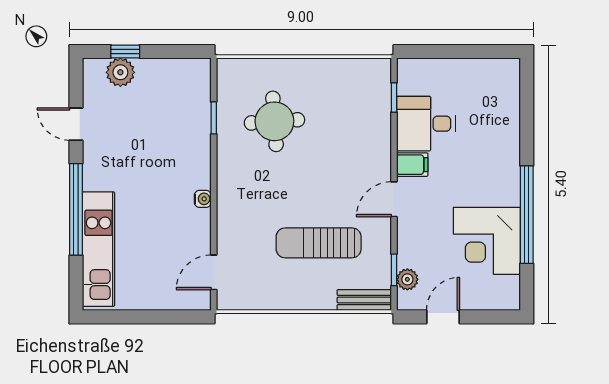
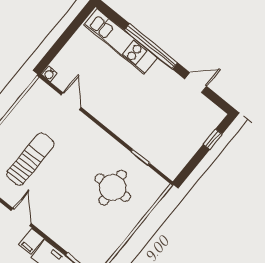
plant: (120, 72) -> (204, 128), removed
water cooler: (203, 199) -> (50, 74), moved
door: (214, 272) -> (71, 101), moved

